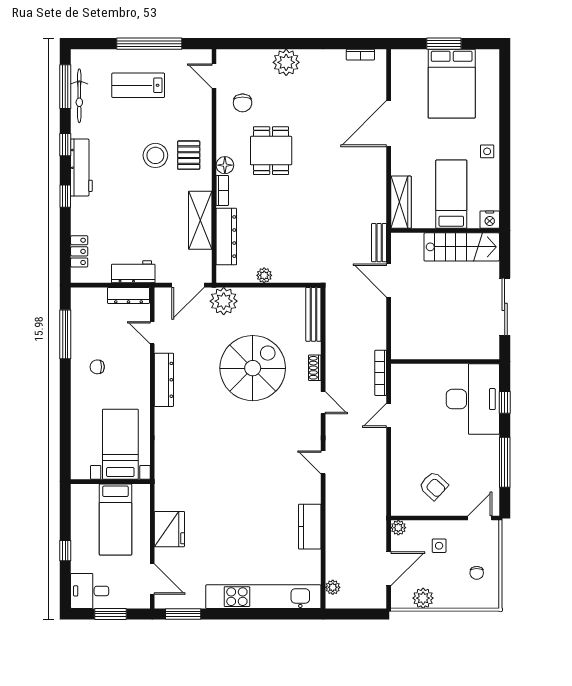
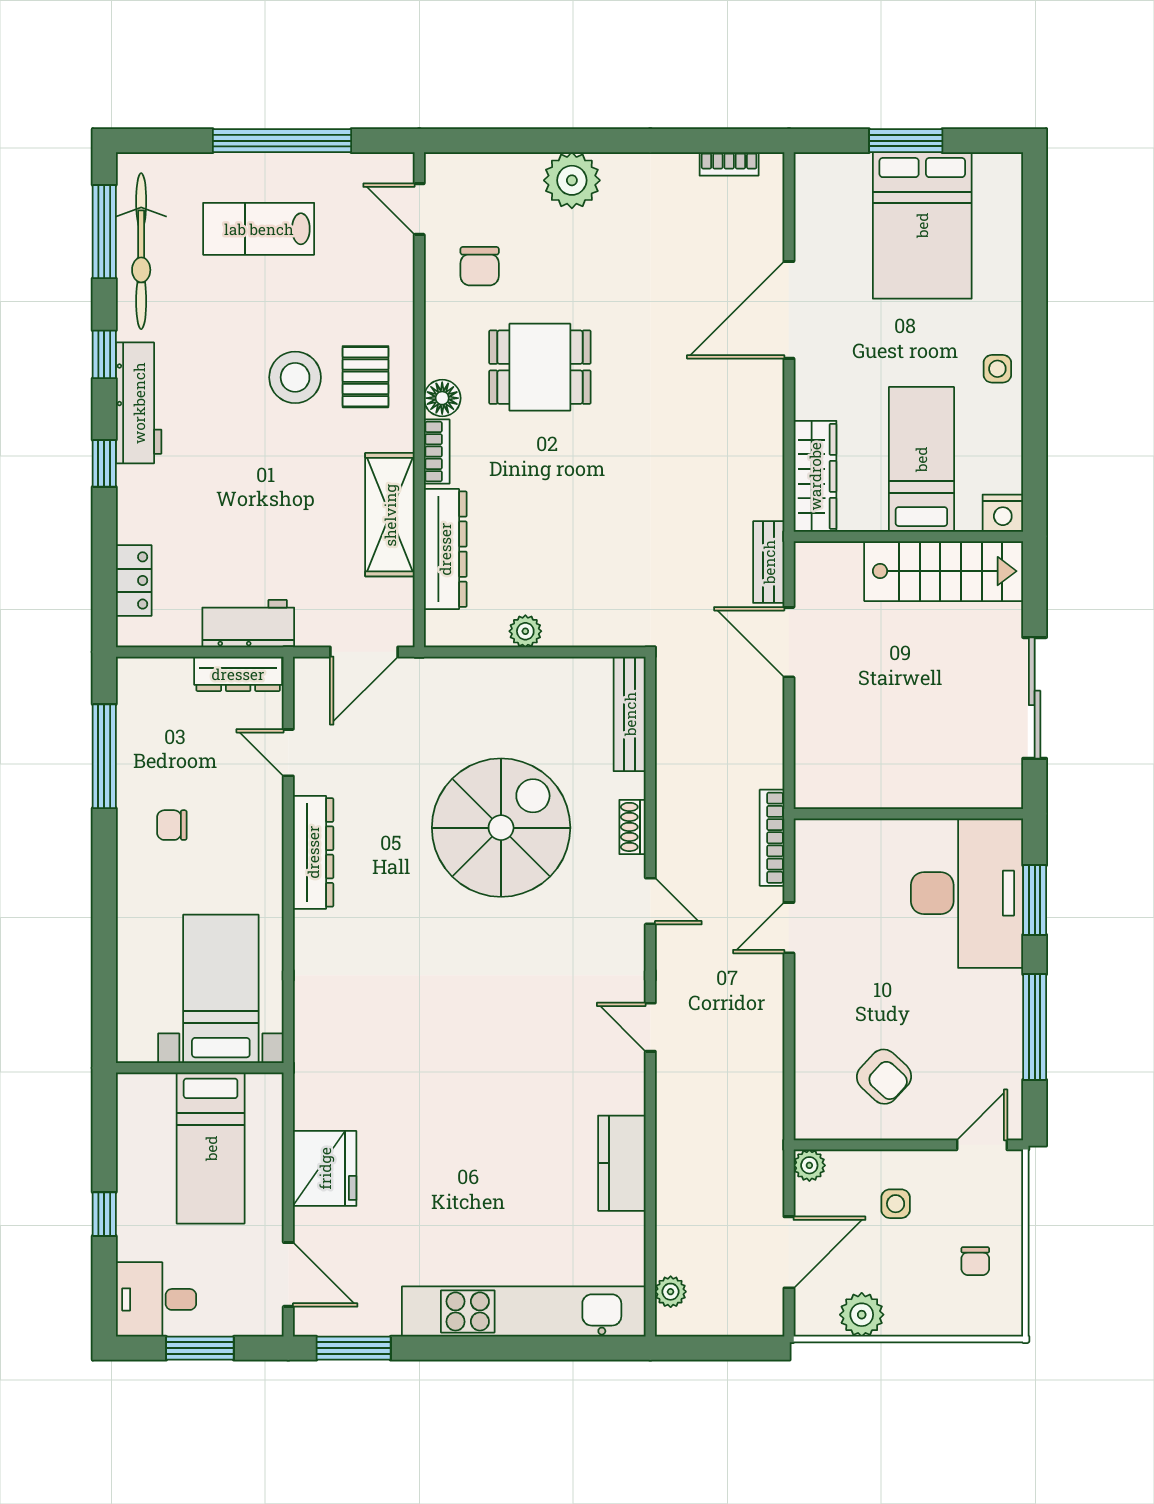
bicycle: (79, 96) -> (141, 251), width x1.37, depth x1.40
dining table: (271, 151) -> (540, 367), turned 90
plant: (224, 301) -> (440, 686), removed
window: (505, 402) -> (1035, 900), width x1.50

